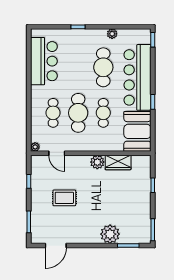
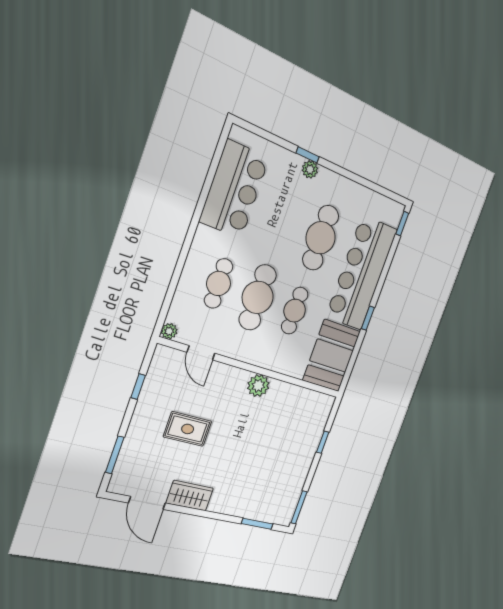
plant: (112, 34) -> (310, 169), moved
wardrobe: (118, 162) -> (190, 496), moved, turned 180
plant: (110, 234) -> (237, 502), removed
door: (56, 246) -> (147, 503), hinge flipped

